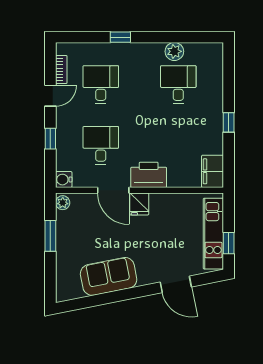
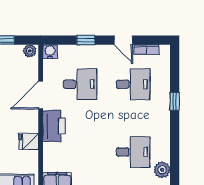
plant: (174, 51) -> (162, 170), moved
fridge: (139, 204) -> (29, 141), moved

